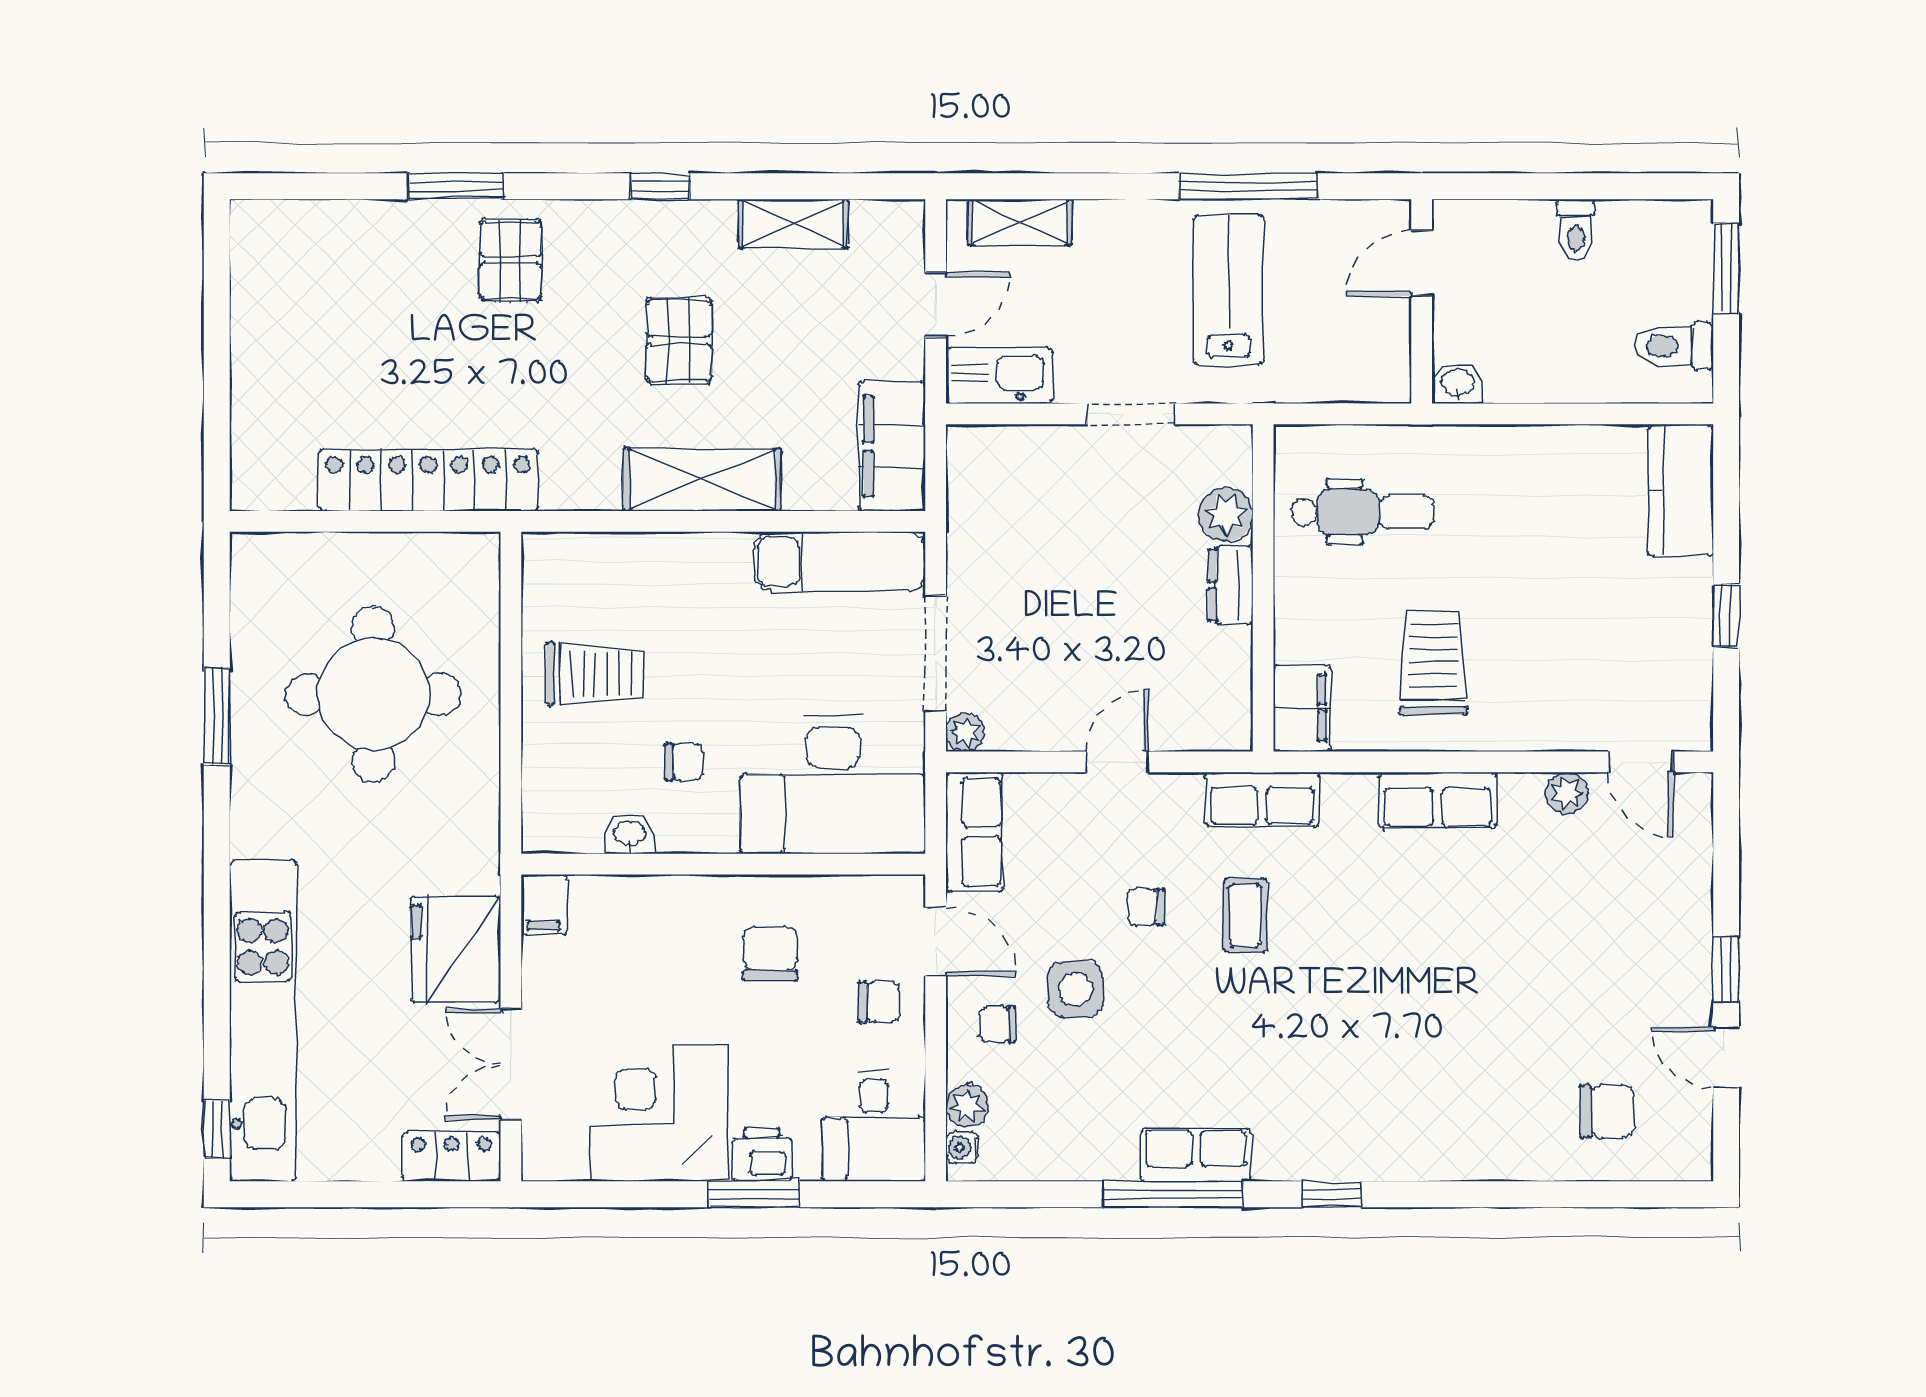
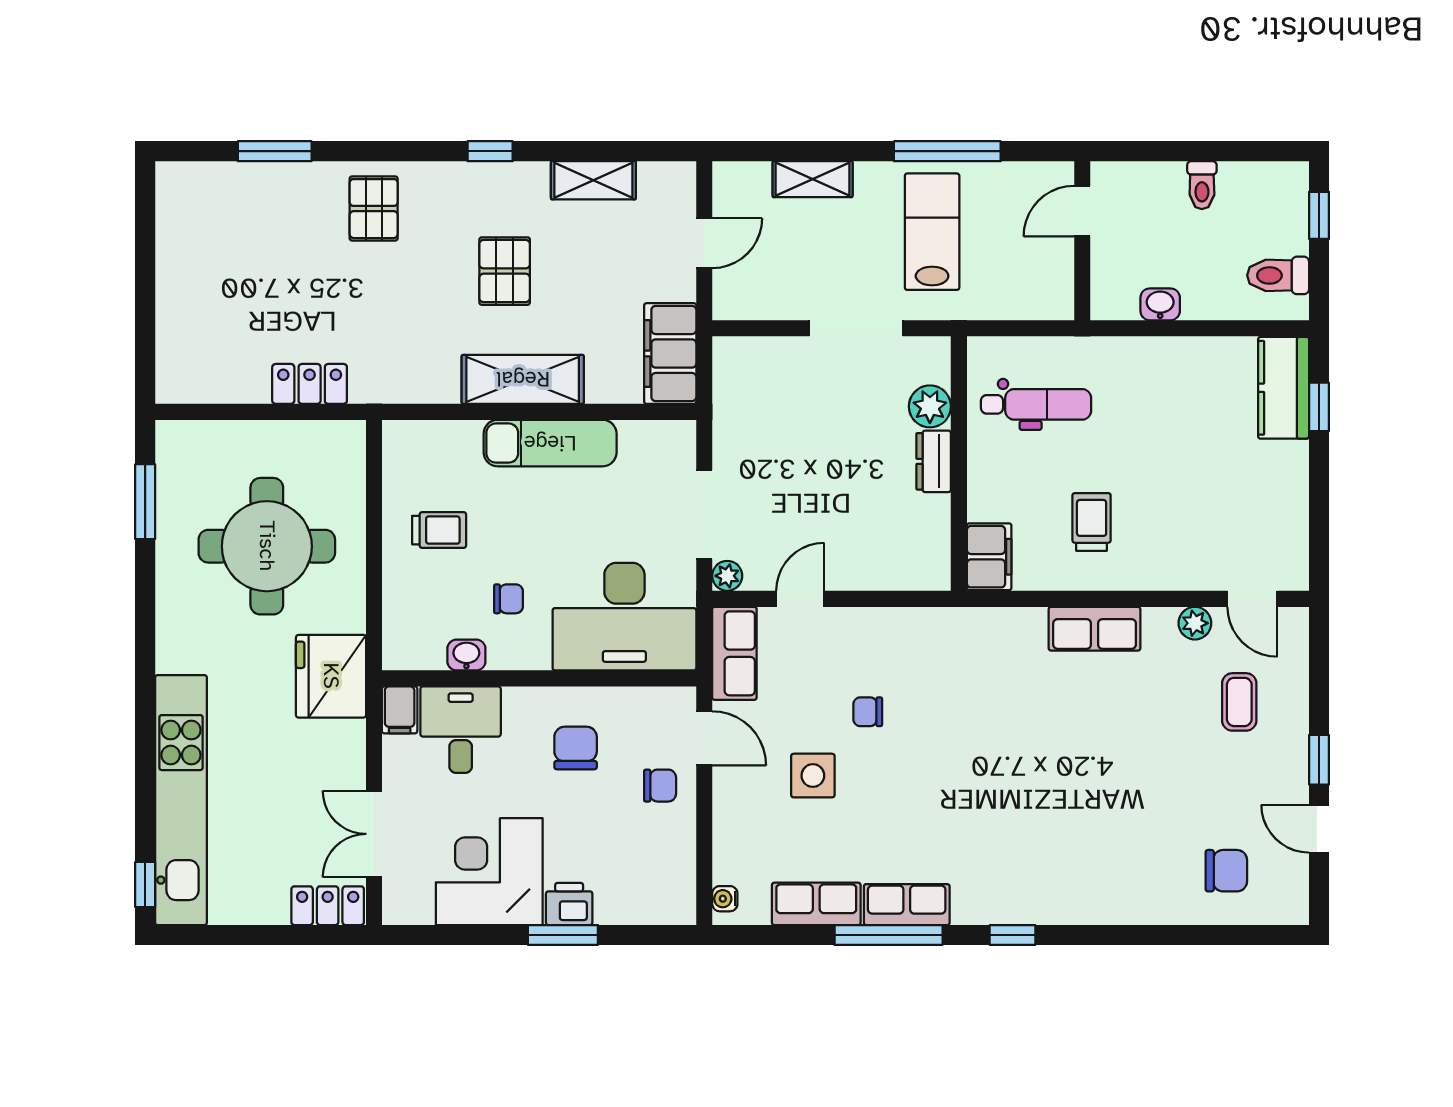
window: (455, 186) -> (275, 151), moved
shelving: (1020, 222) -> (813, 179), moved
window: (1726, 269) -> (1319, 215), width x0.67
kitchen sink: (999, 376) -> (753, 299), removed
washbasin: (1458, 383) -> (1160, 304), moved
doorway: (1131, 414) -> (856, 328), width x1.38
locker: (428, 480) -> (310, 384), width x0.46, depth x0.83
exam couch: (840, 562) -> (550, 443), moved
window: (1726, 616) -> (1319, 407), moved
trolley: (1434, 663) -> (1092, 522), width x0.73, depth x0.72
trolley: (595, 673) -> (439, 530), width x0.73, depth x0.72
window: (217, 717) -> (145, 502), moved
door: (1117, 762) -> (800, 599), moved
row of seats: (1262, 799) -> (816, 904), moved, turned 180
coffee table: (1245, 915) -> (1239, 702), moved
fridge: (456, 949) -> (331, 676), moved
chair: (998, 1024) -> (752, 803), removed
plant: (967, 1106) -> (729, 866), removed
desk: (874, 1126) -> (461, 730), moved, turned 180

